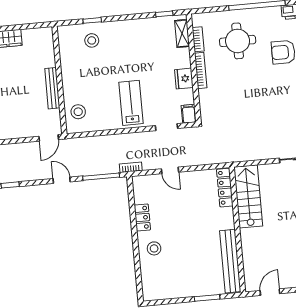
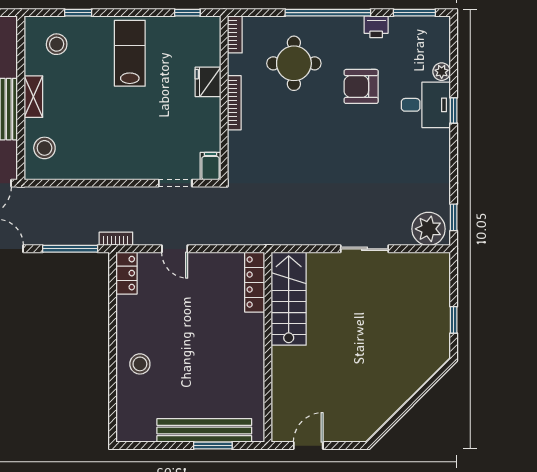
shelving: (182, 33) -> (33, 97), moved
bookcase: (198, 39) -> (235, 34), moved
stool: (92, 40) -> (57, 44), moved
fridge: (184, 79) -> (208, 82), moved
lab bench: (131, 103) -> (130, 53), moved
locker: (142, 218) -> (126, 273), moved
bench: (230, 261) -> (204, 430), moved, turned 90

